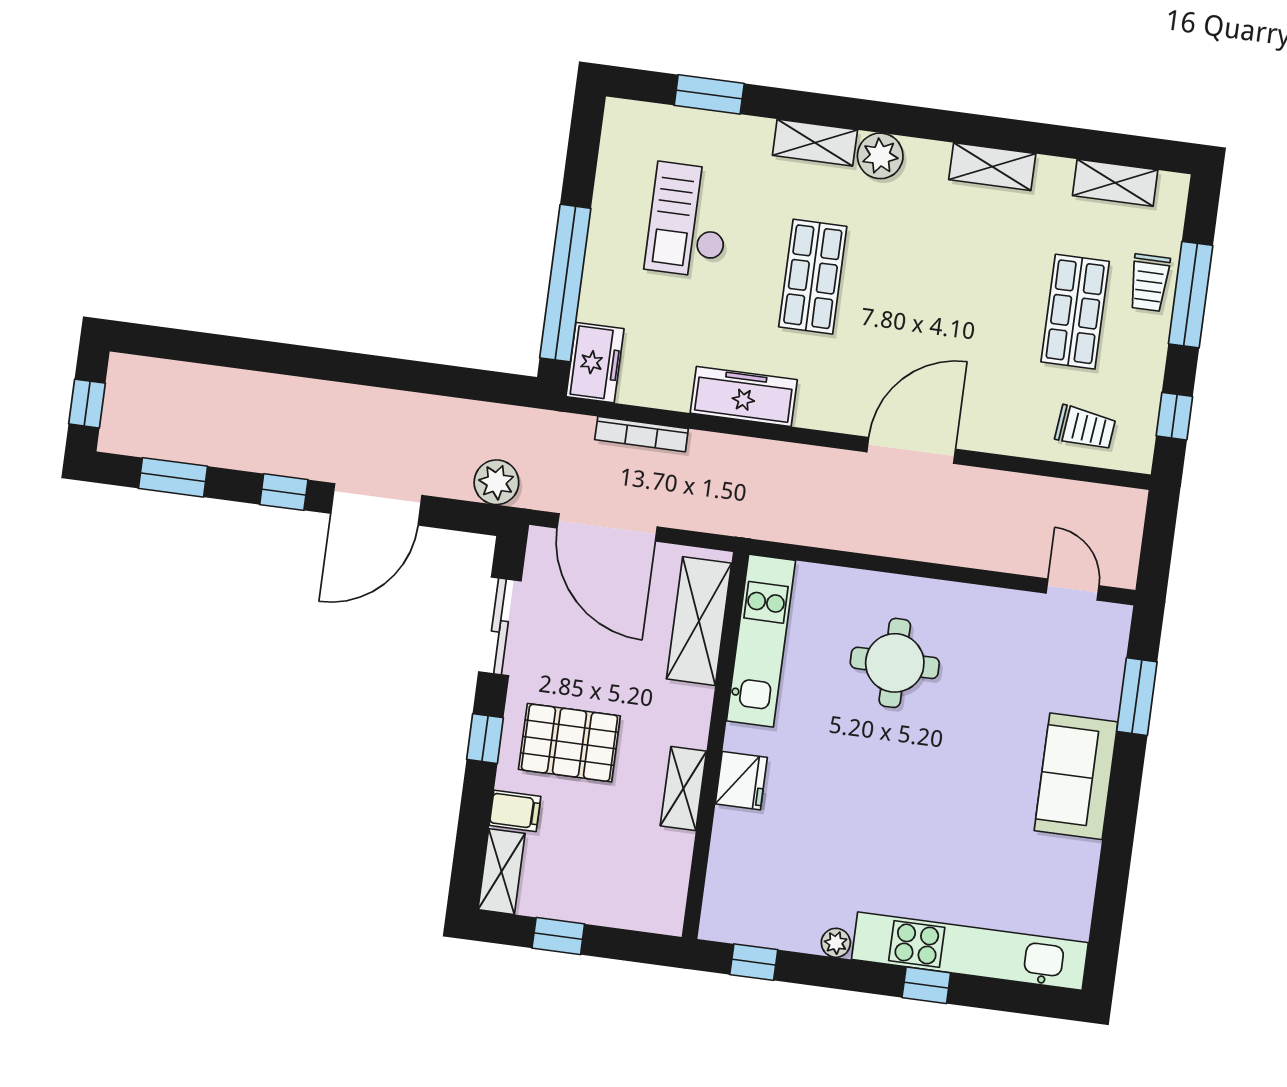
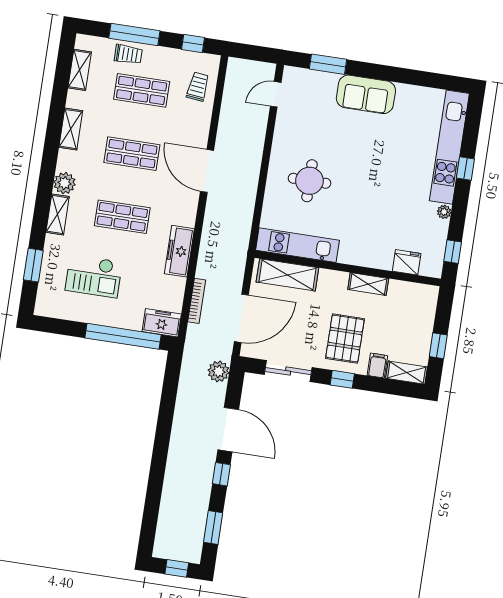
shop shelf: (944, 294) -> (132, 154), added
fridge: (741, 781) -> (407, 262), moved

